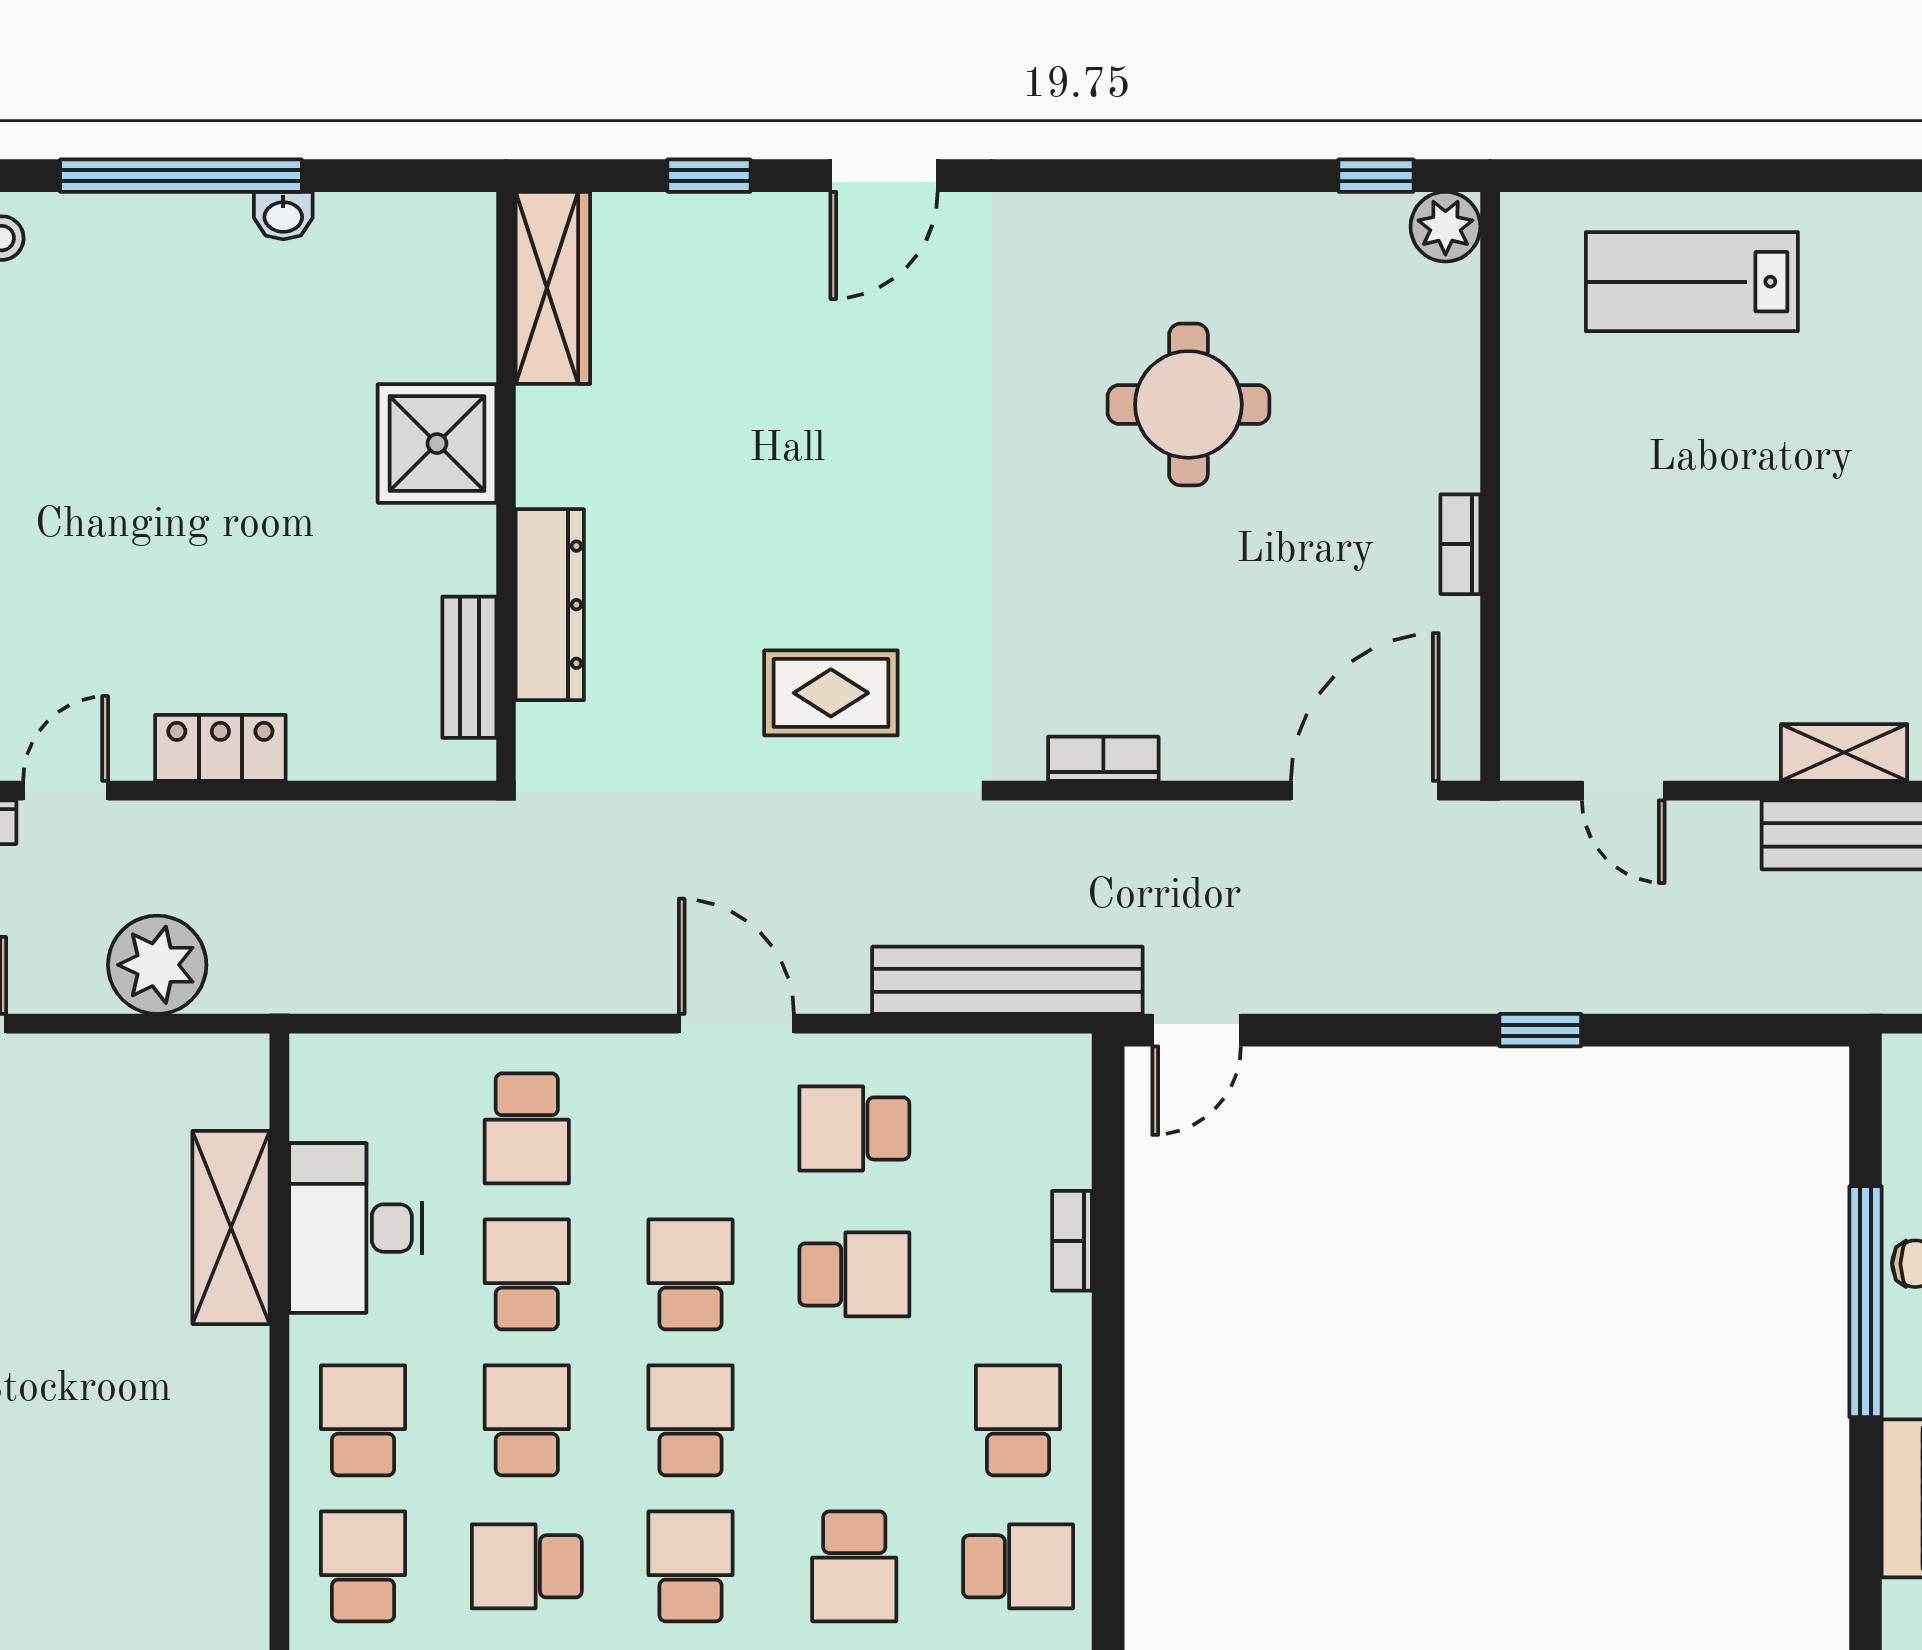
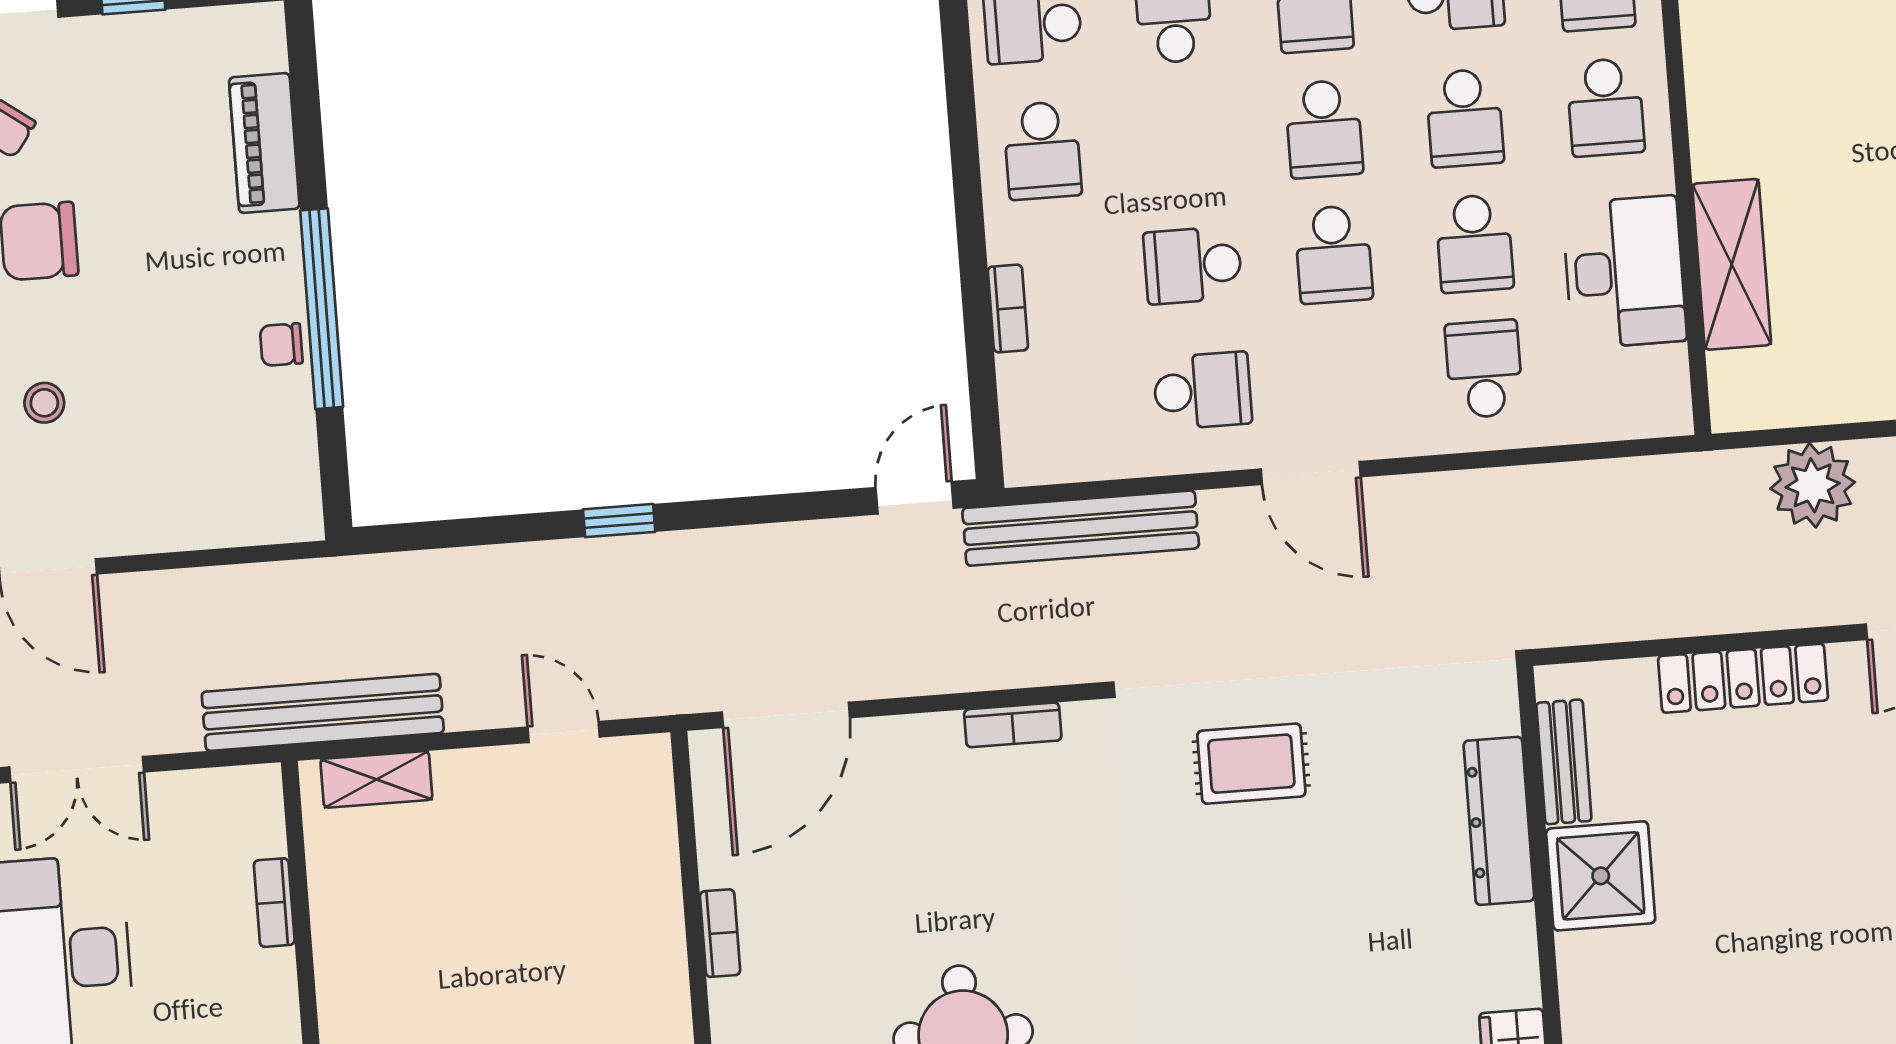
shower: (437, 444) -> (1601, 876), moved
locker: (220, 748) -> (1743, 678), width x1.53

